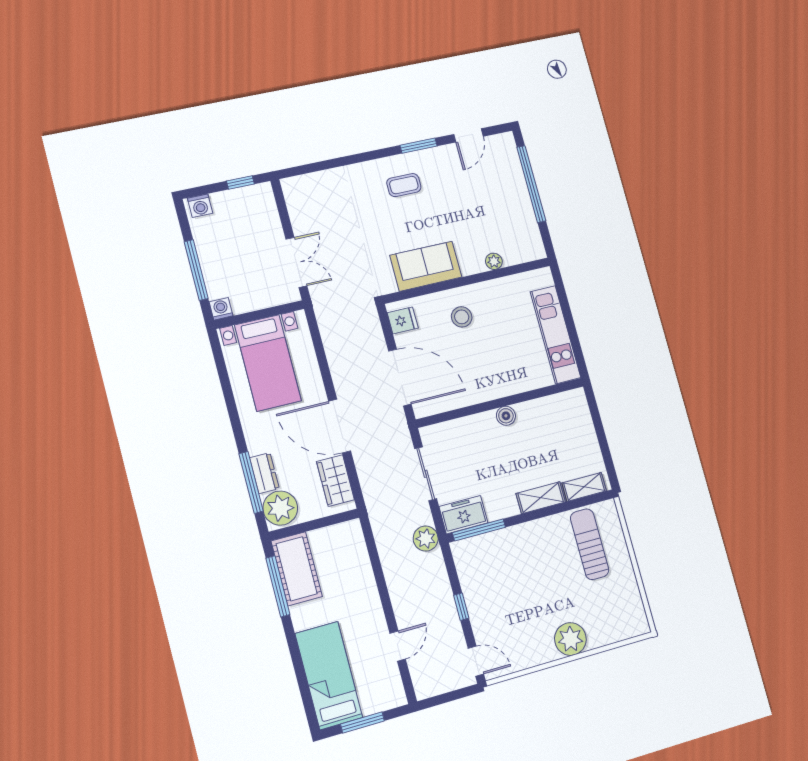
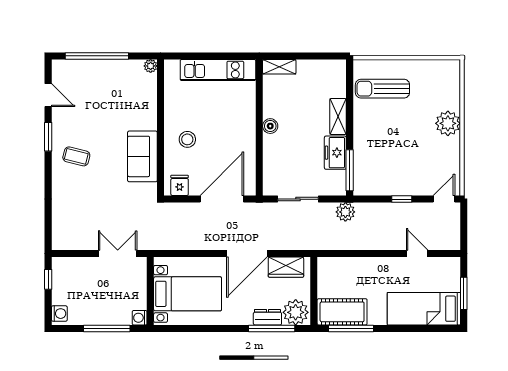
coffee table: (404, 185) -> (76, 156), turned -76
plant: (494, 261) -> (151, 66), moved
shelving: (584, 487) -> (279, 67), moved, turned 90
freezer: (463, 515) -> (335, 153), moved

